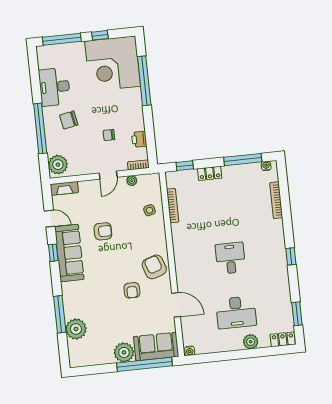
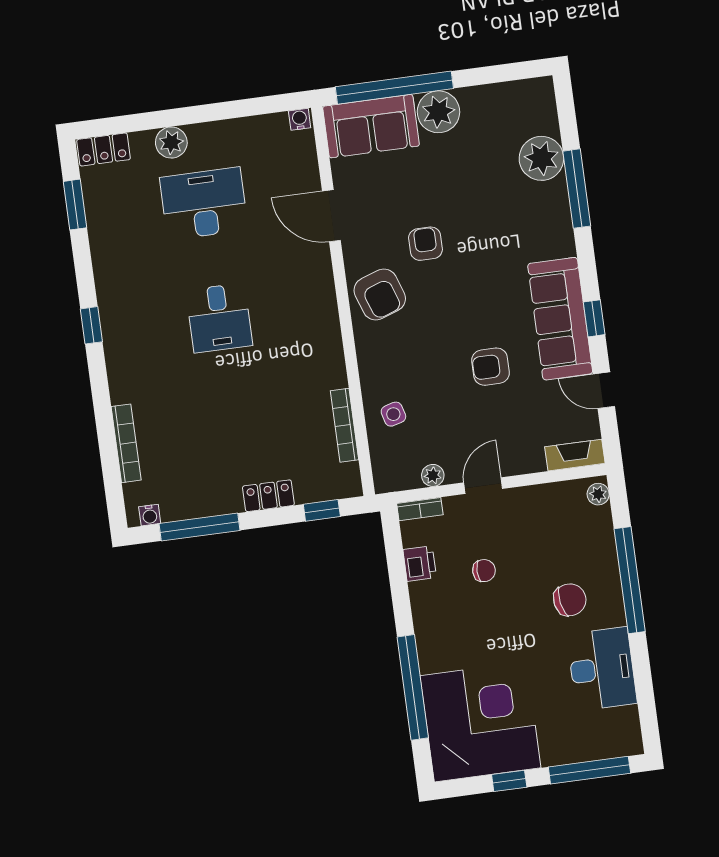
plant: (58, 165) -> (598, 494), width x0.53, depth x0.53

